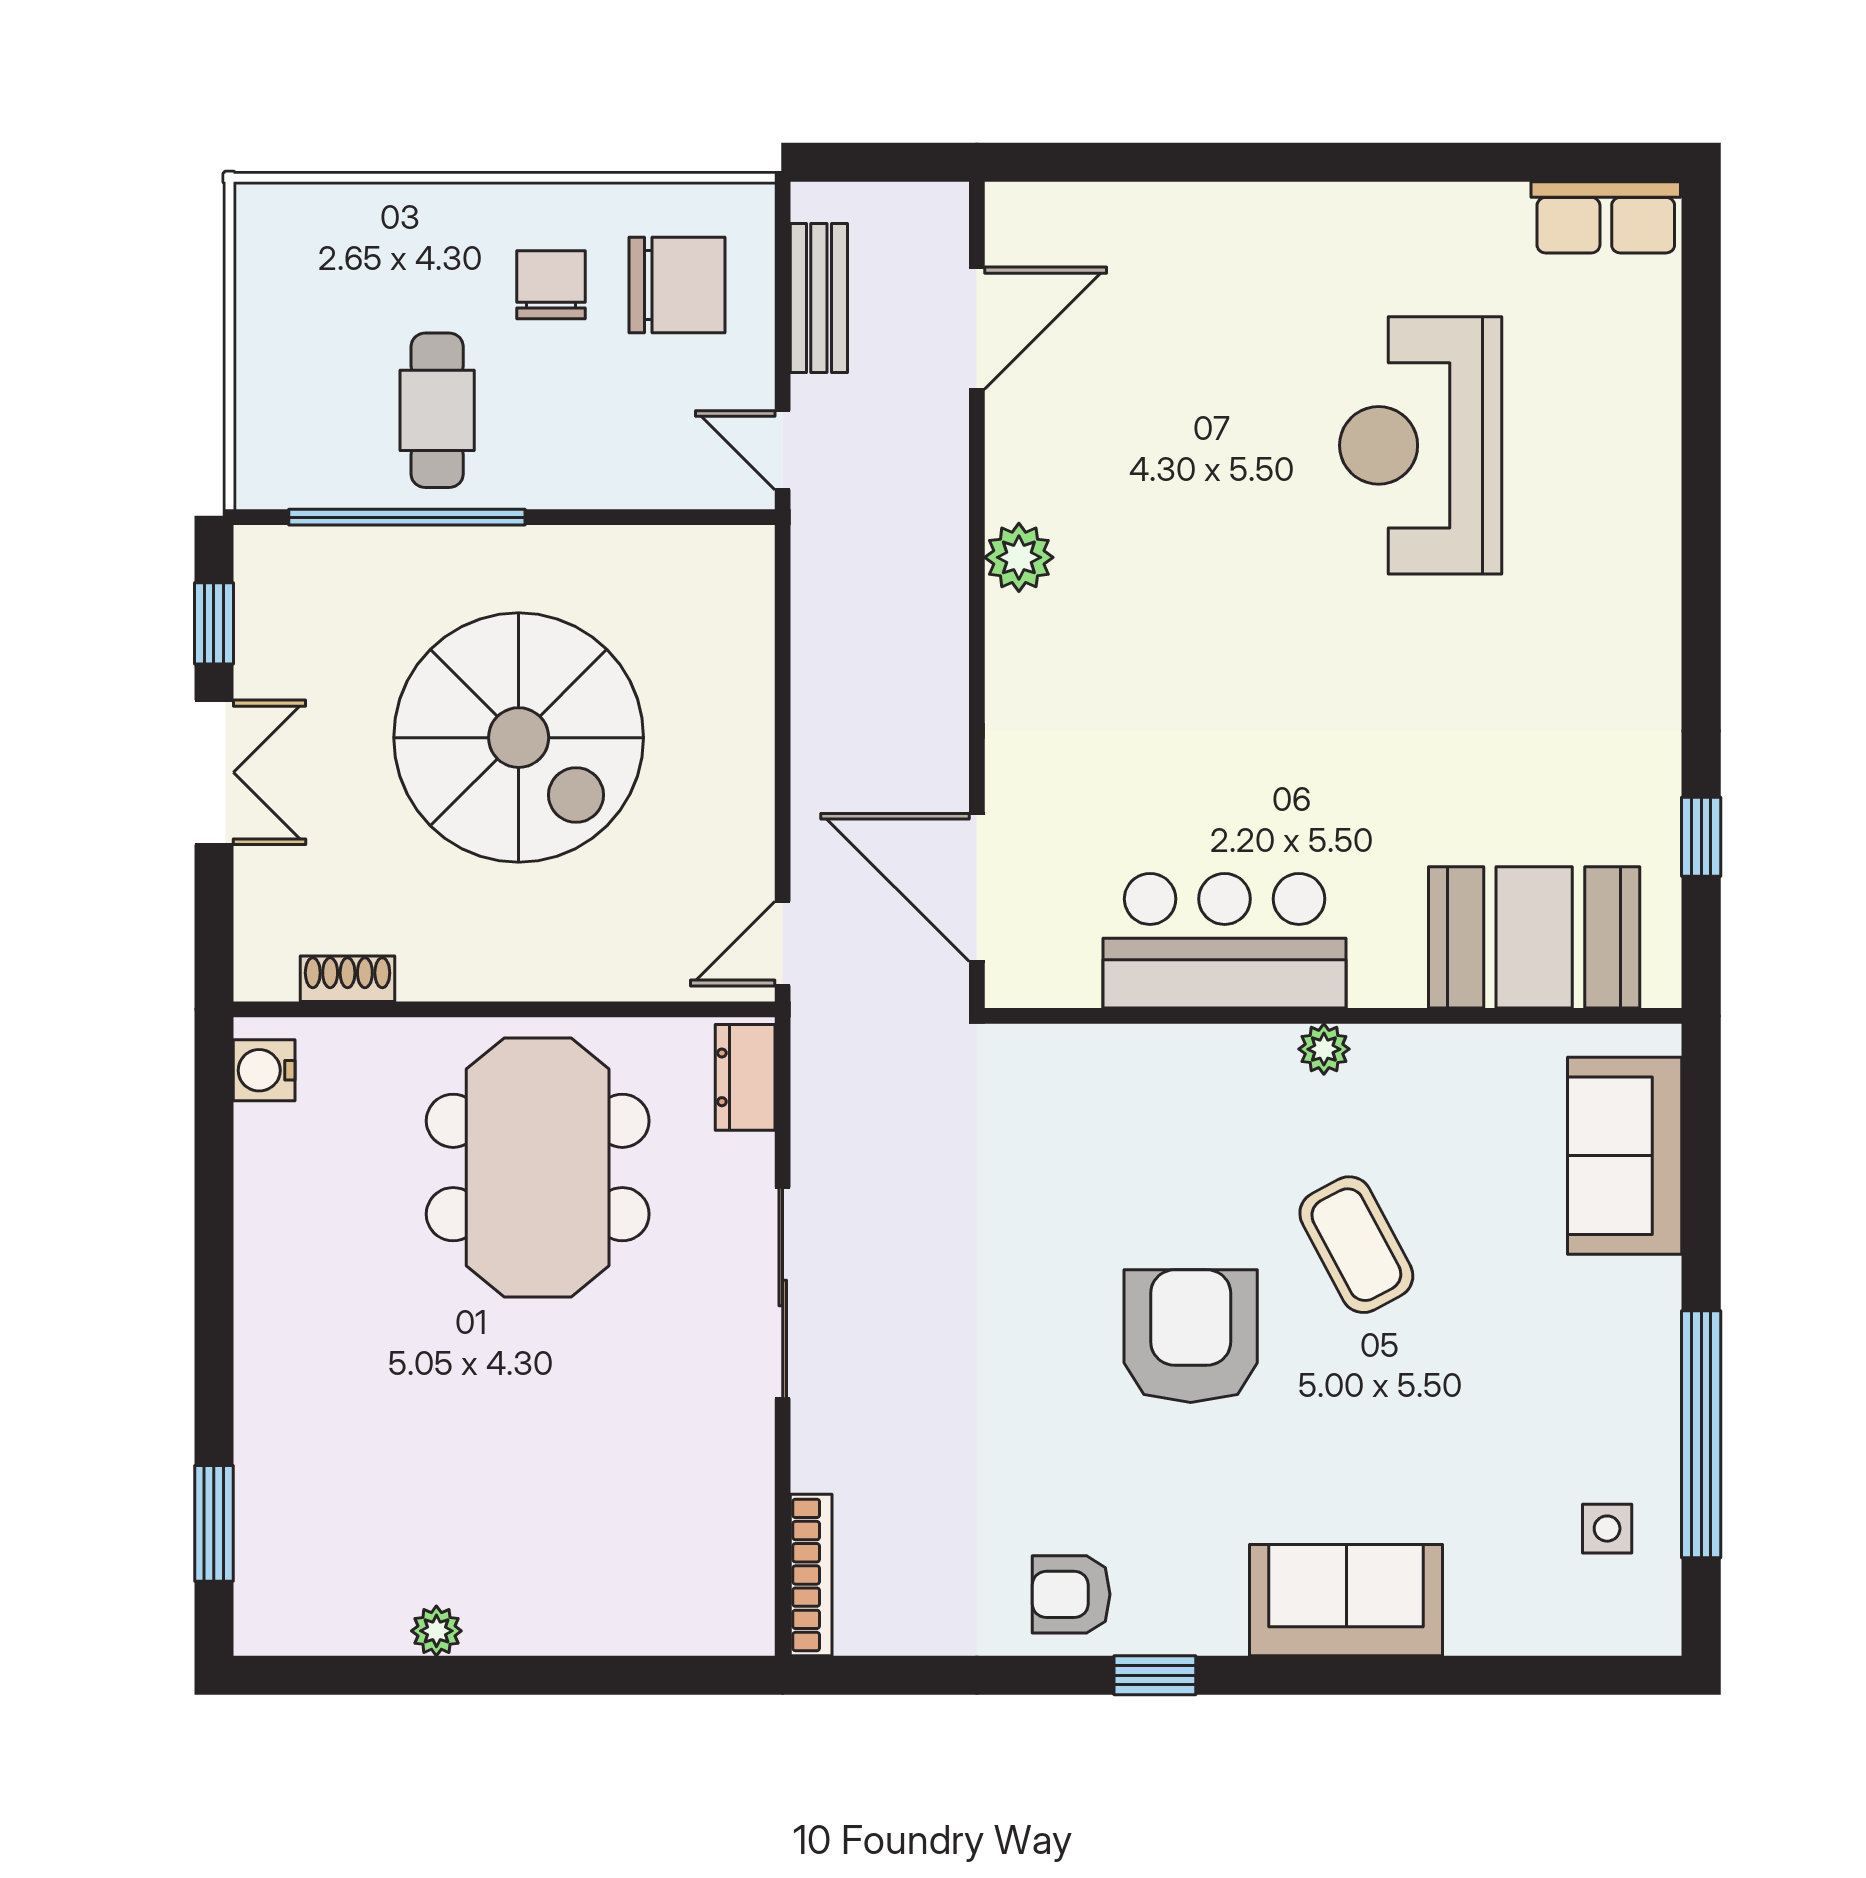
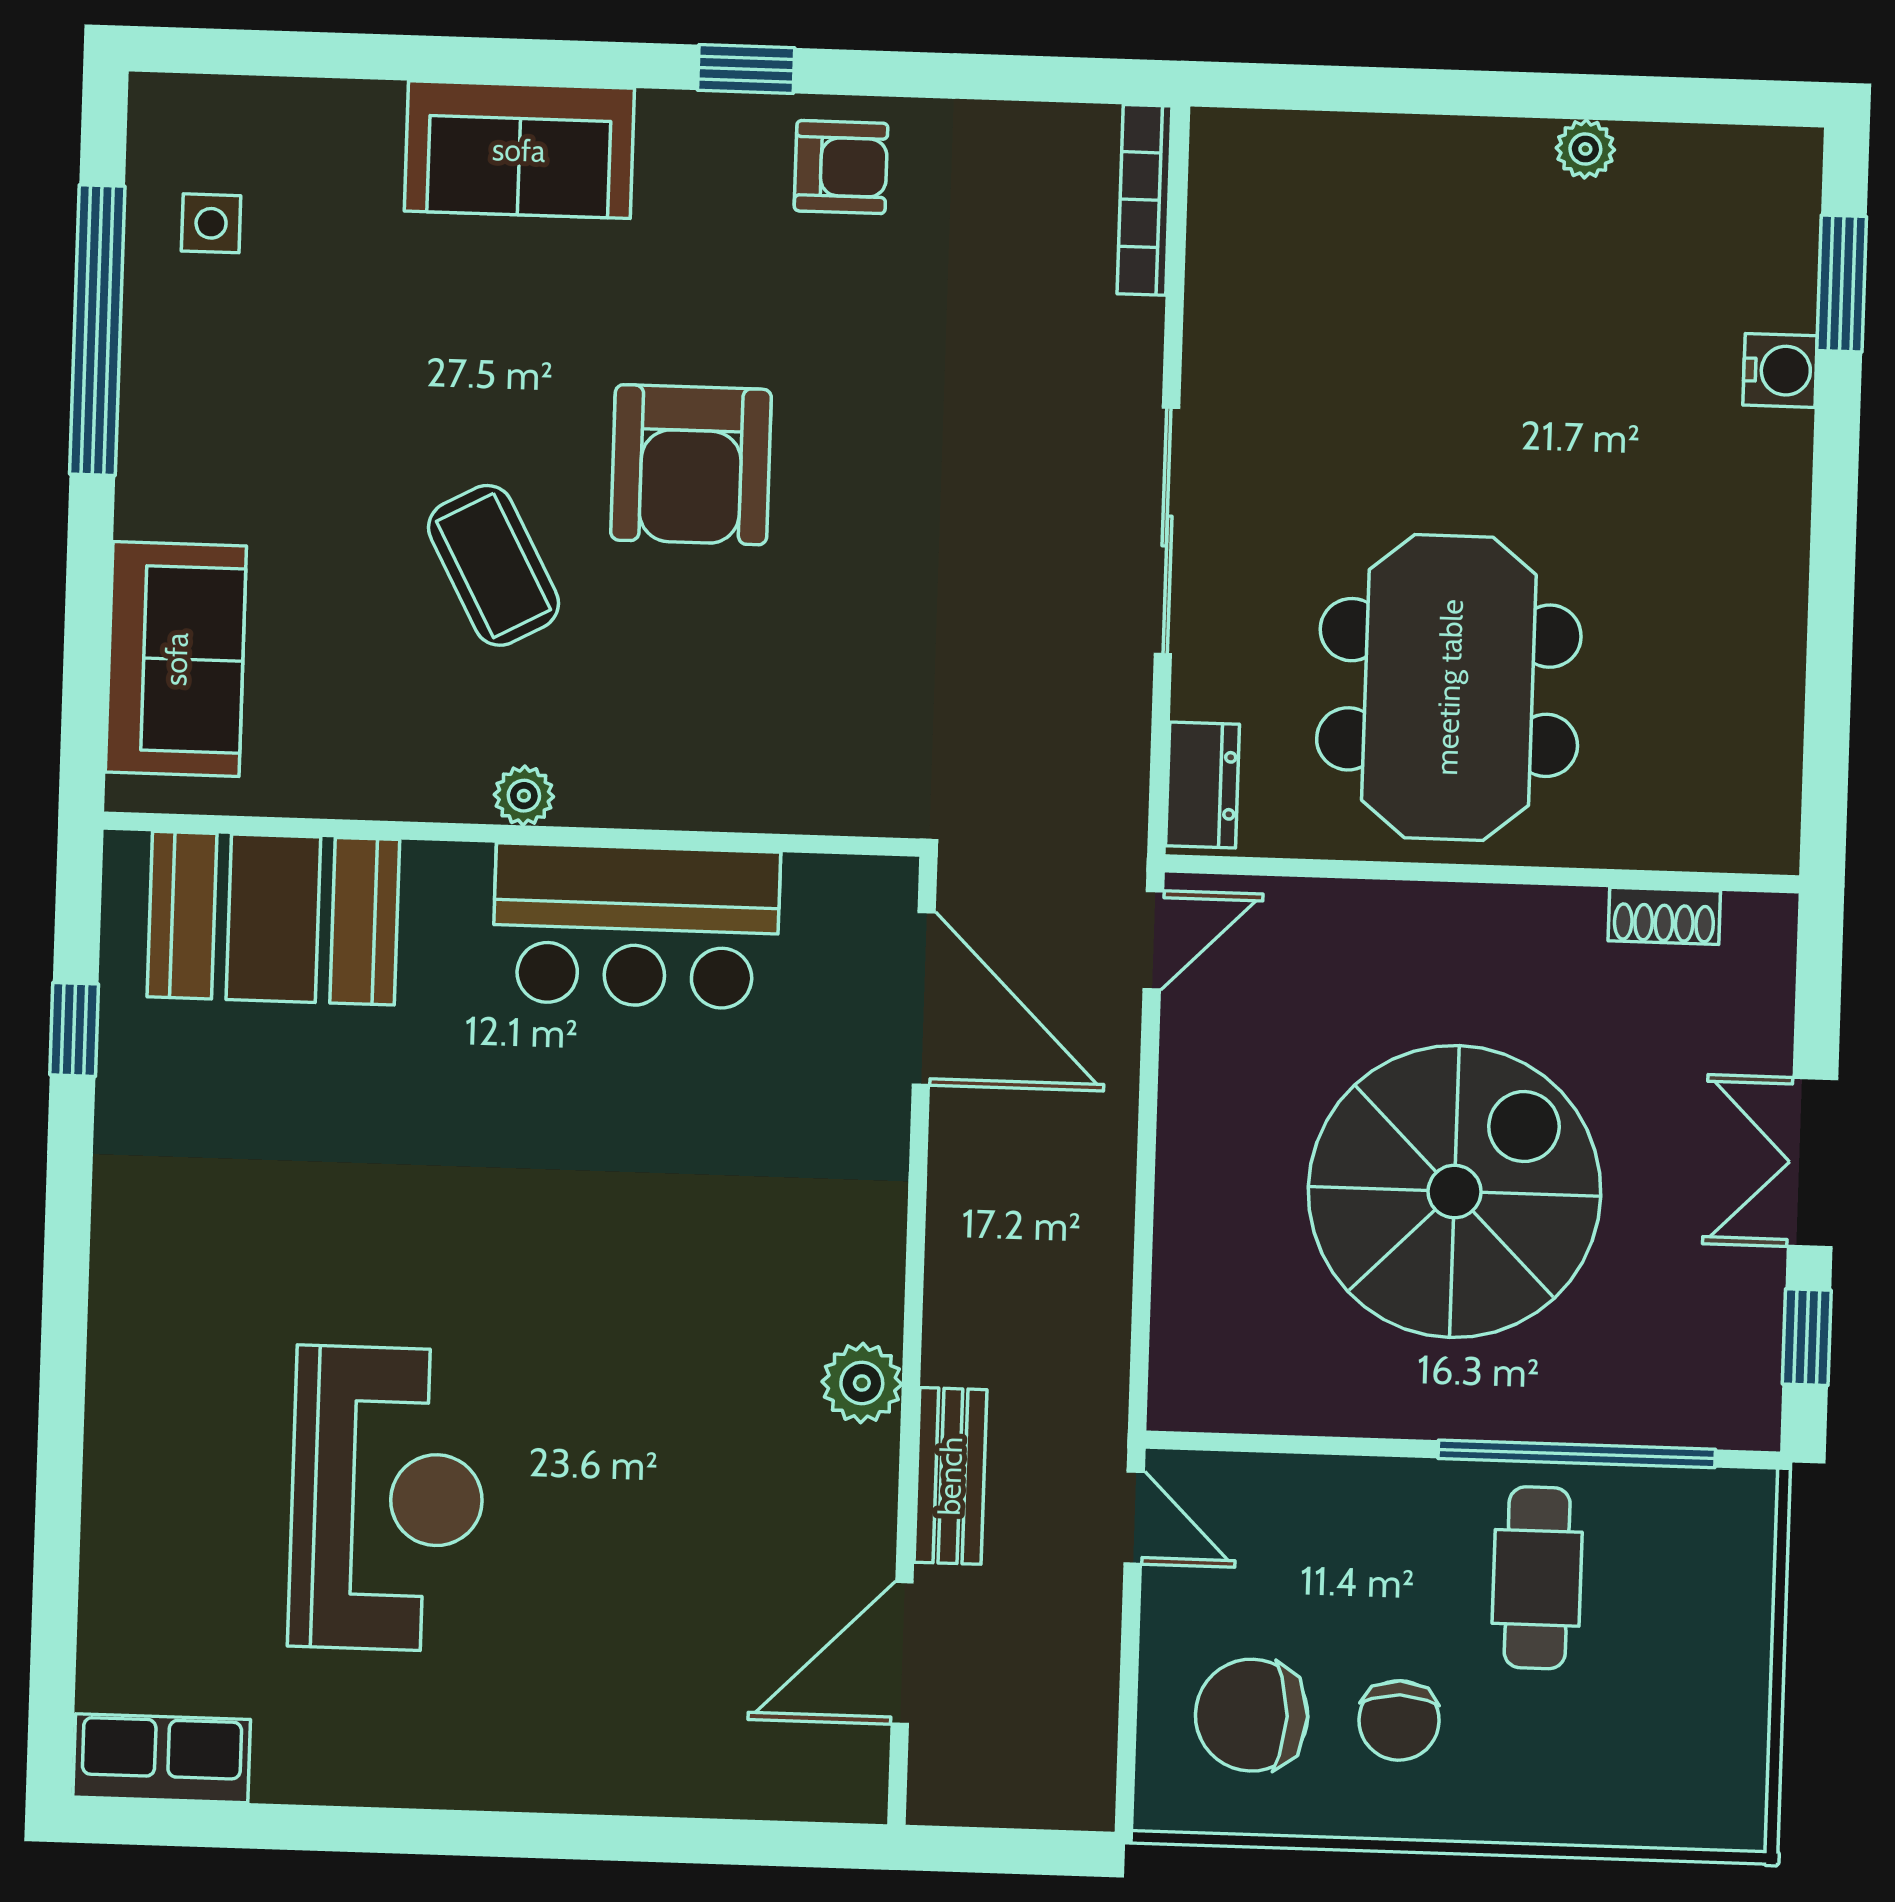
bench: (819, 298) -> (950, 1476), moved
spiral stairs: (519, 738) -> (1455, 1192), turned 90
water cooler: (264, 1070) -> (1780, 370), moved

